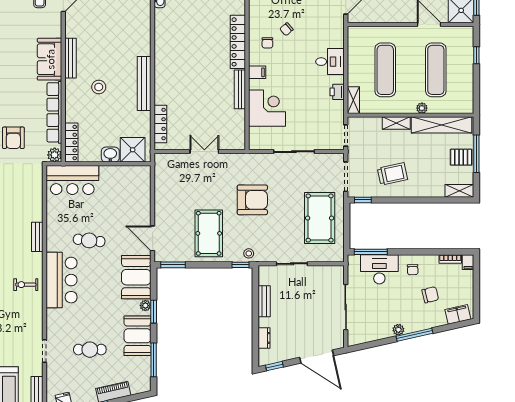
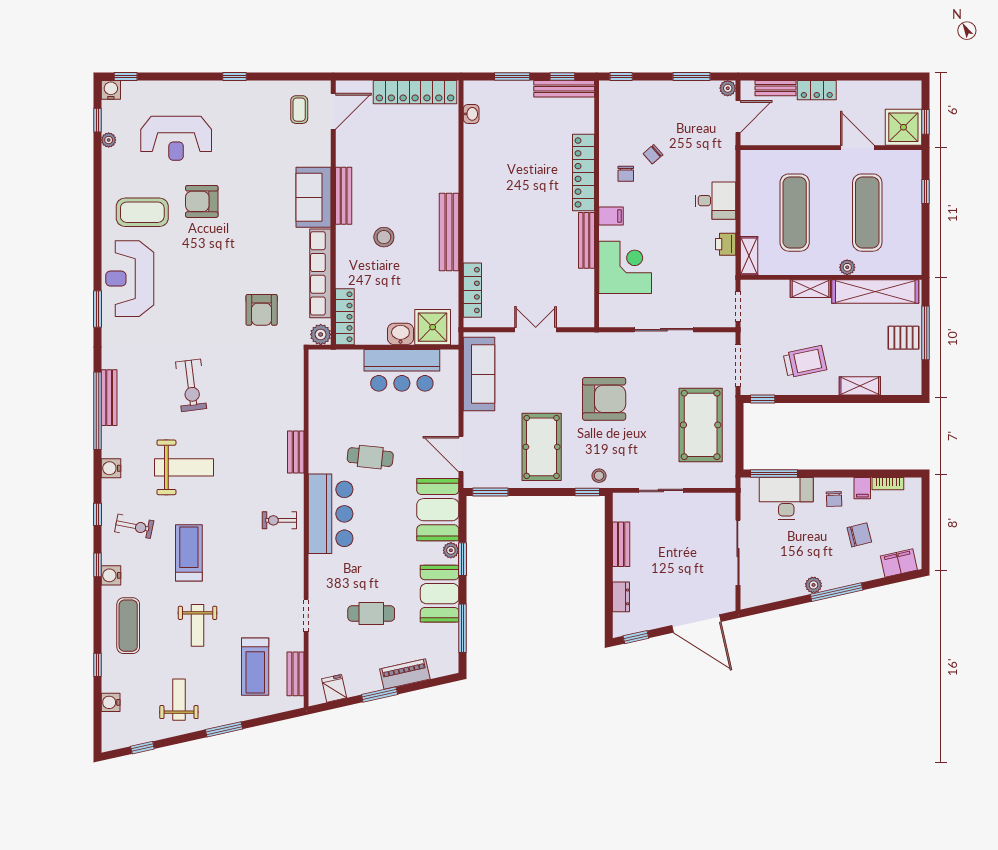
bar counter: (72, 180) -> (402, 370), moved
sofa: (165, 183) -> (479, 374), added
shelving: (459, 191) -> (860, 386), moved
filing cabinet: (468, 262) -> (862, 488), moved

